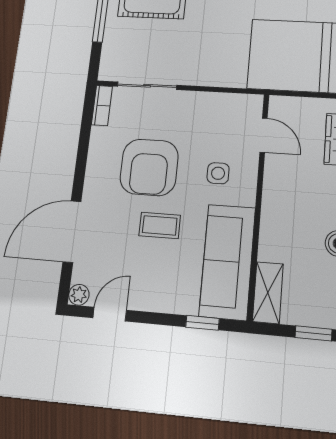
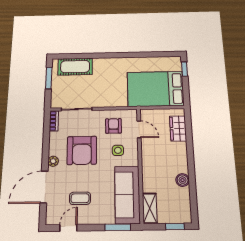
armchair: (214, 124) -> (113, 126), added
coffee table: (160, 225) -> (80, 198), moved
plant: (79, 295) -> (53, 161), moved
window: (202, 323) -> (118, 227), width x1.50

